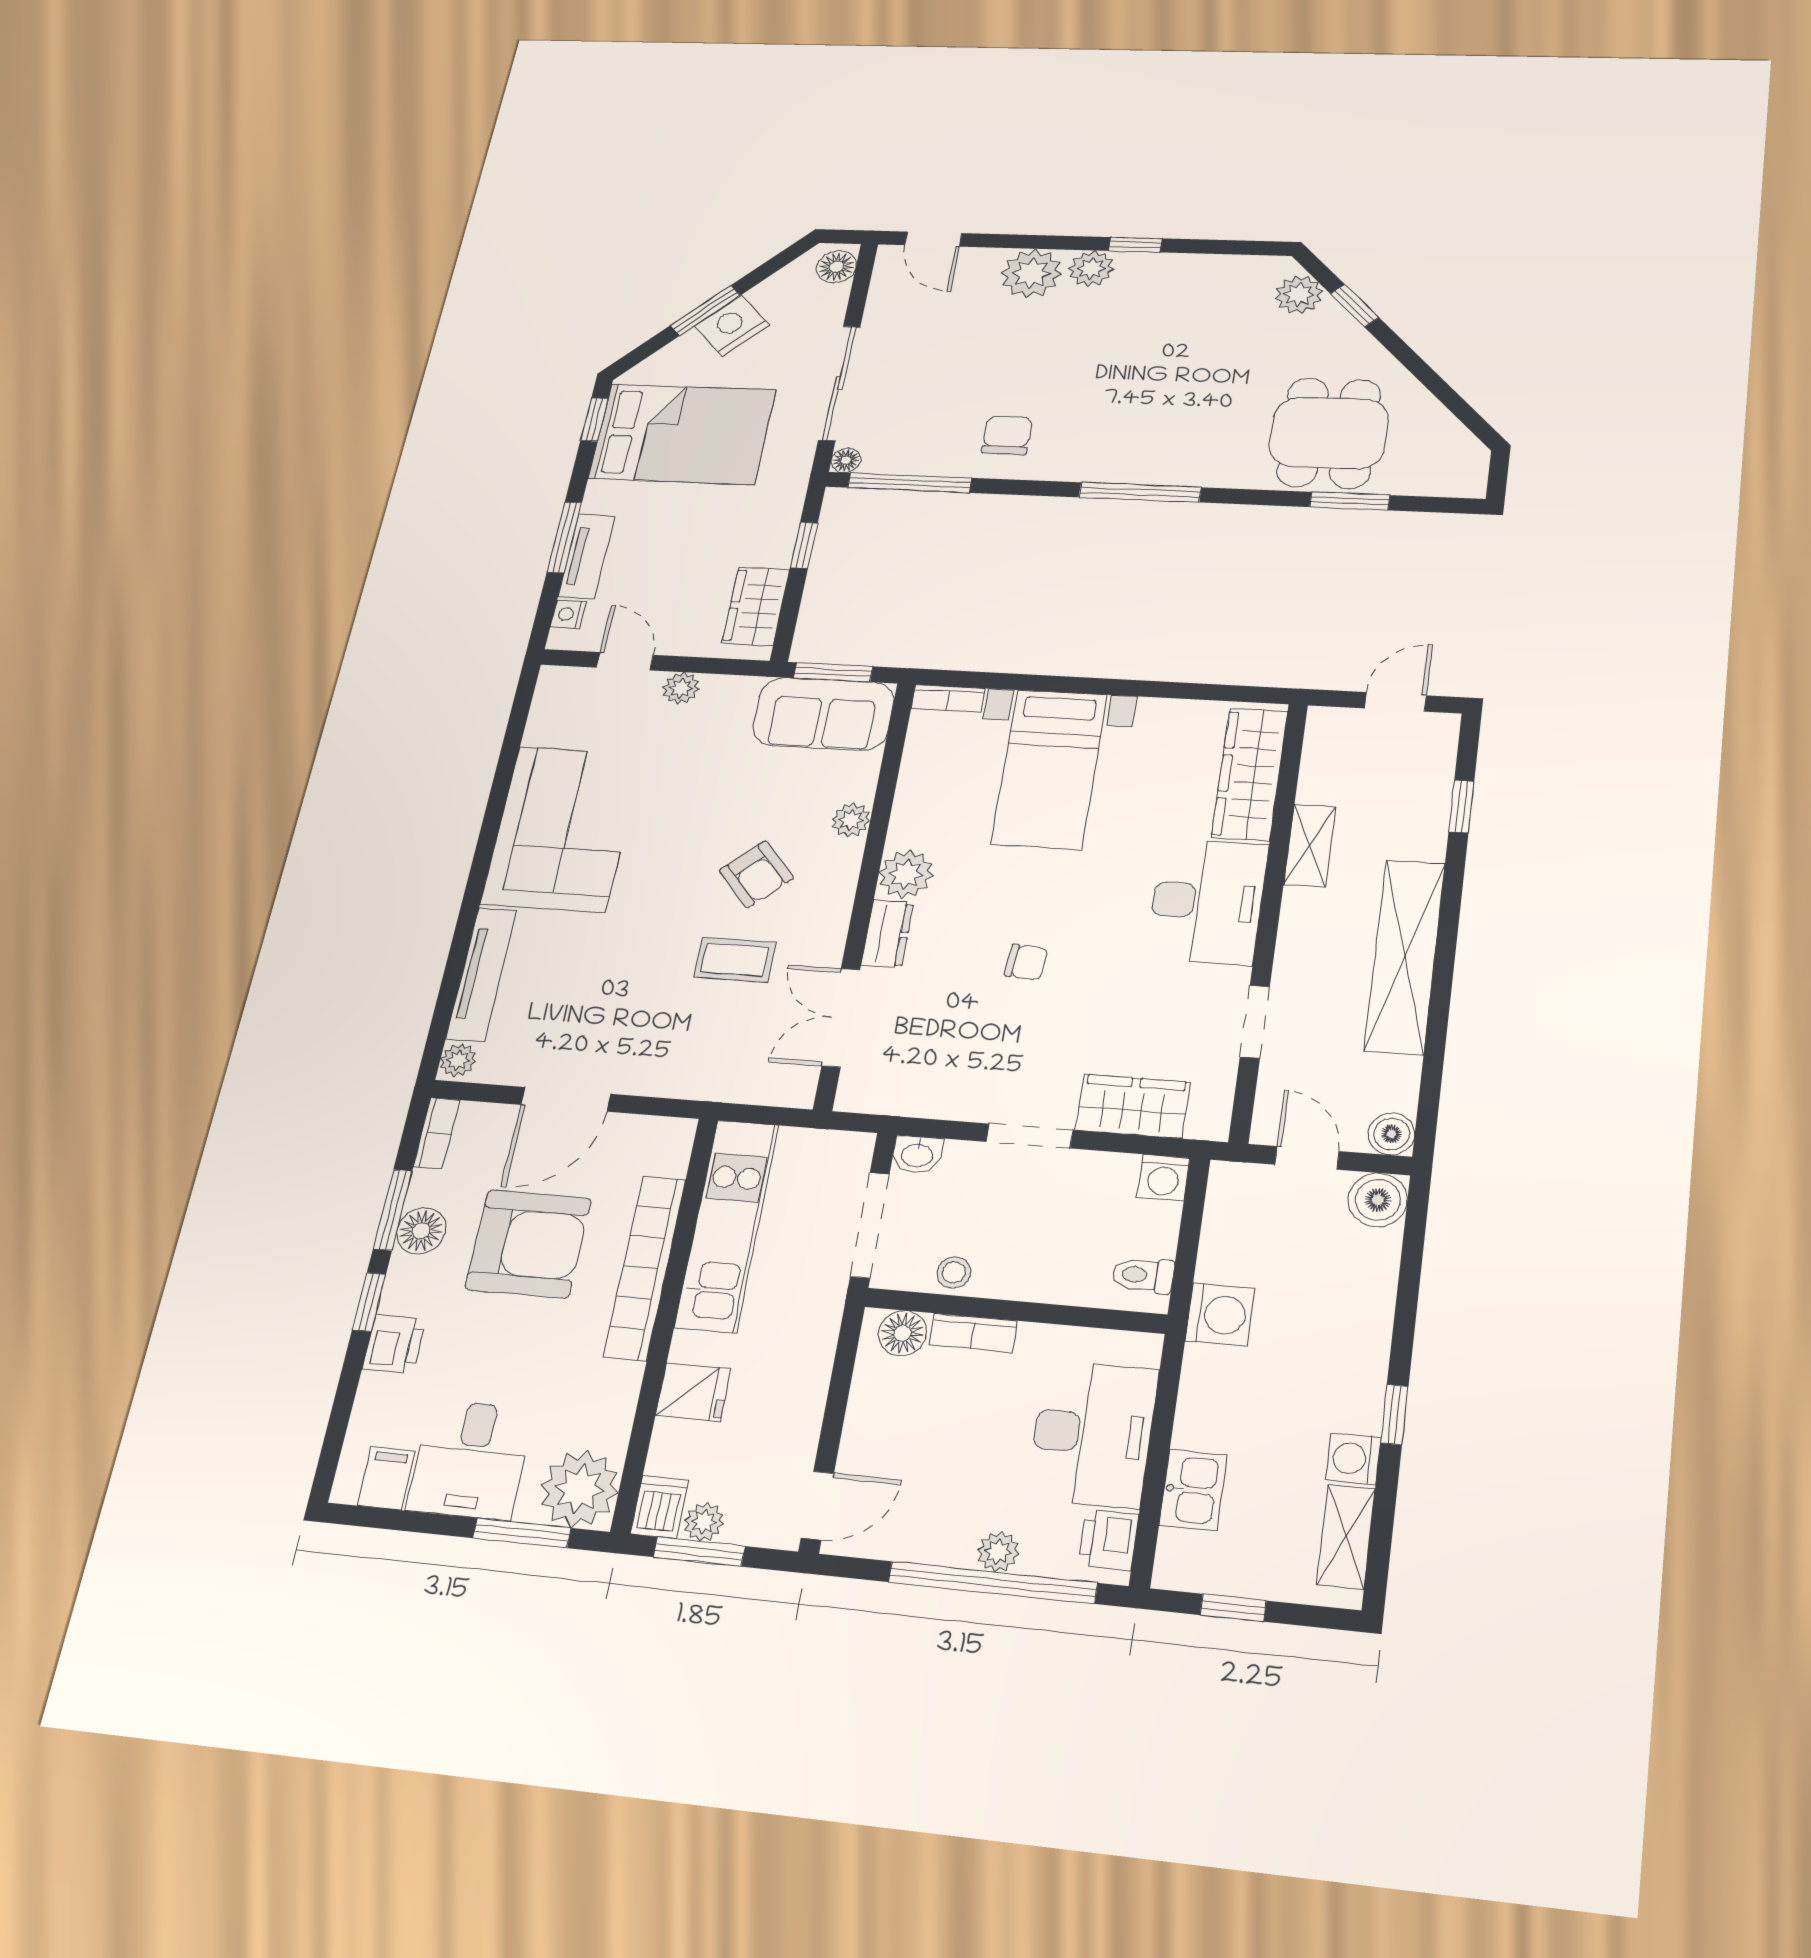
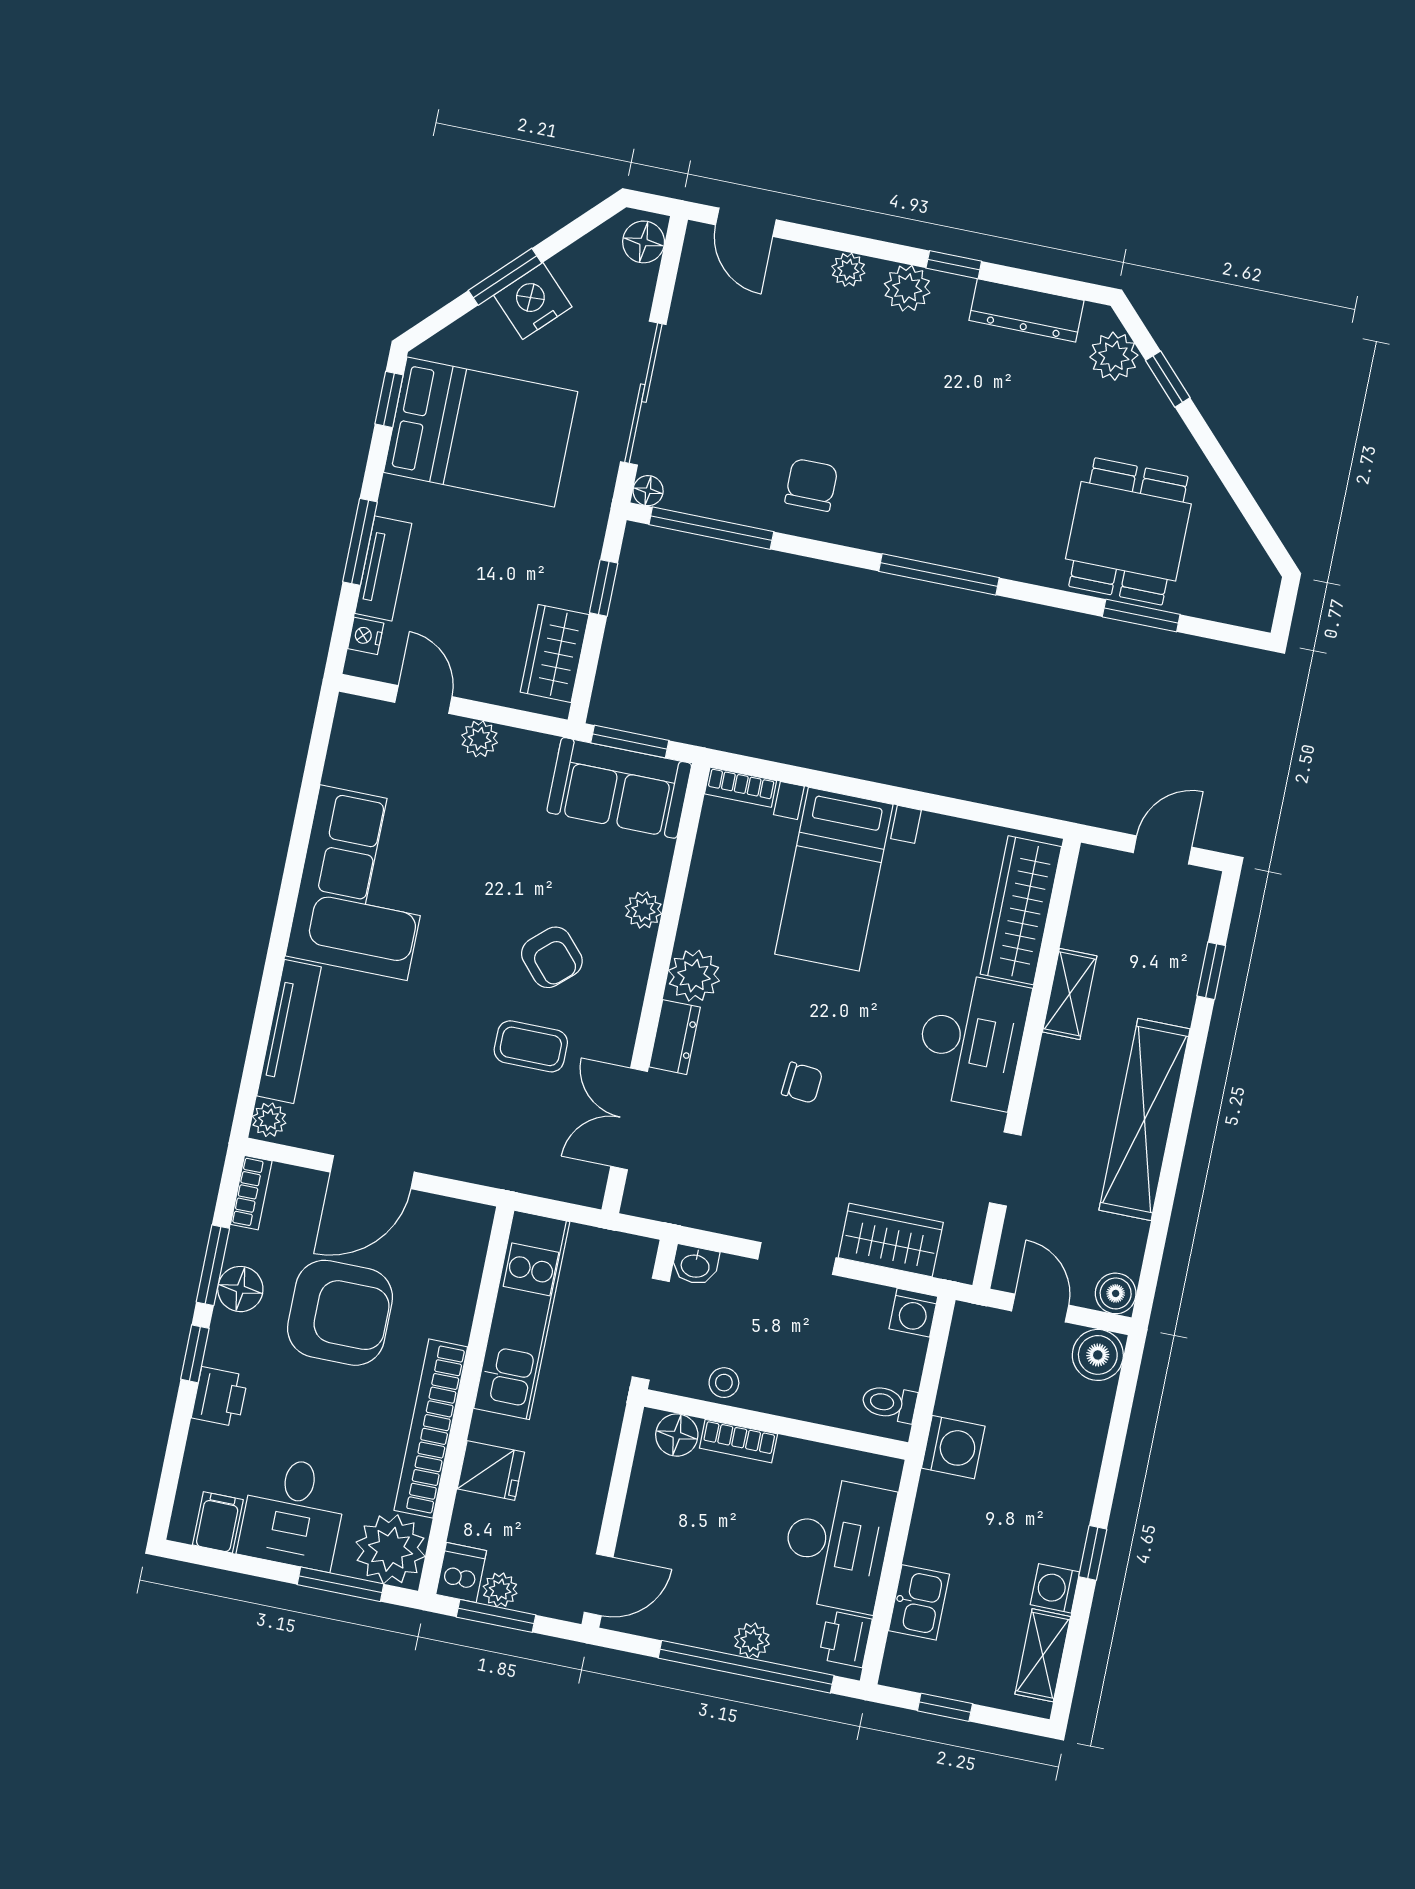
dresser: (1209, 270) -> (1027, 310), added
plant: (1031, 273) -> (848, 270), width x0.53, depth x0.53
bookcase: (645, 1268) -> (431, 1429), moved

